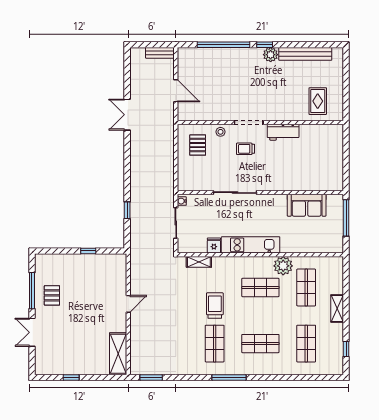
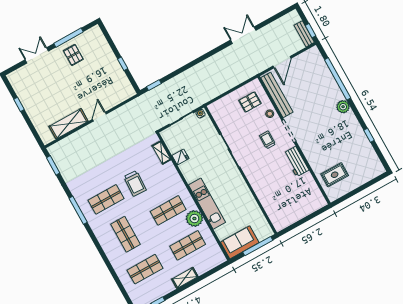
window: (160, 45) -> (311, 31), added
window: (265, 45) -> (369, 135), moved
bench: (305, 54) -> (277, 95), moved
plant: (271, 55) -> (343, 107), moved
sofa: (307, 205) -> (240, 242), moved, turned 90
window: (127, 210) -> (154, 85), moved
kitchen unit: (251, 245) -> (207, 204), moved
shop shelf: (260, 287) -> (168, 210), turned 90
pallet: (52, 295) -> (73, 55), turned 90
door: (128, 304) -> (99, 117), swing flipped
trolley: (215, 306) -> (135, 183), turned 93
shelving: (118, 354) -> (69, 124), moved
window: (229, 377) -> (78, 210), moved

